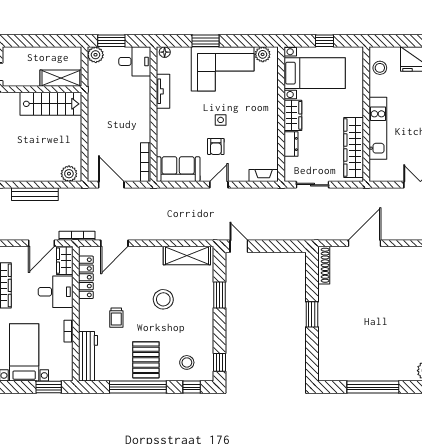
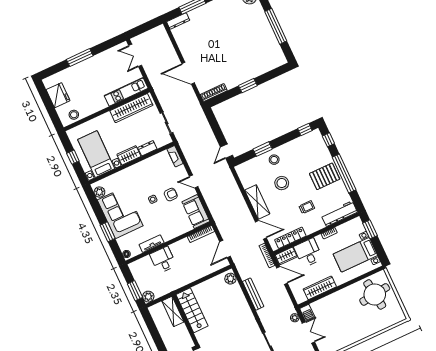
desk: (135, 61) -> (163, 260), moved
kitchen unit: (378, 128) -> (126, 92), moved
shelving: (187, 256) -> (257, 202), moved
stool: (187, 362) -> (274, 160), moved

